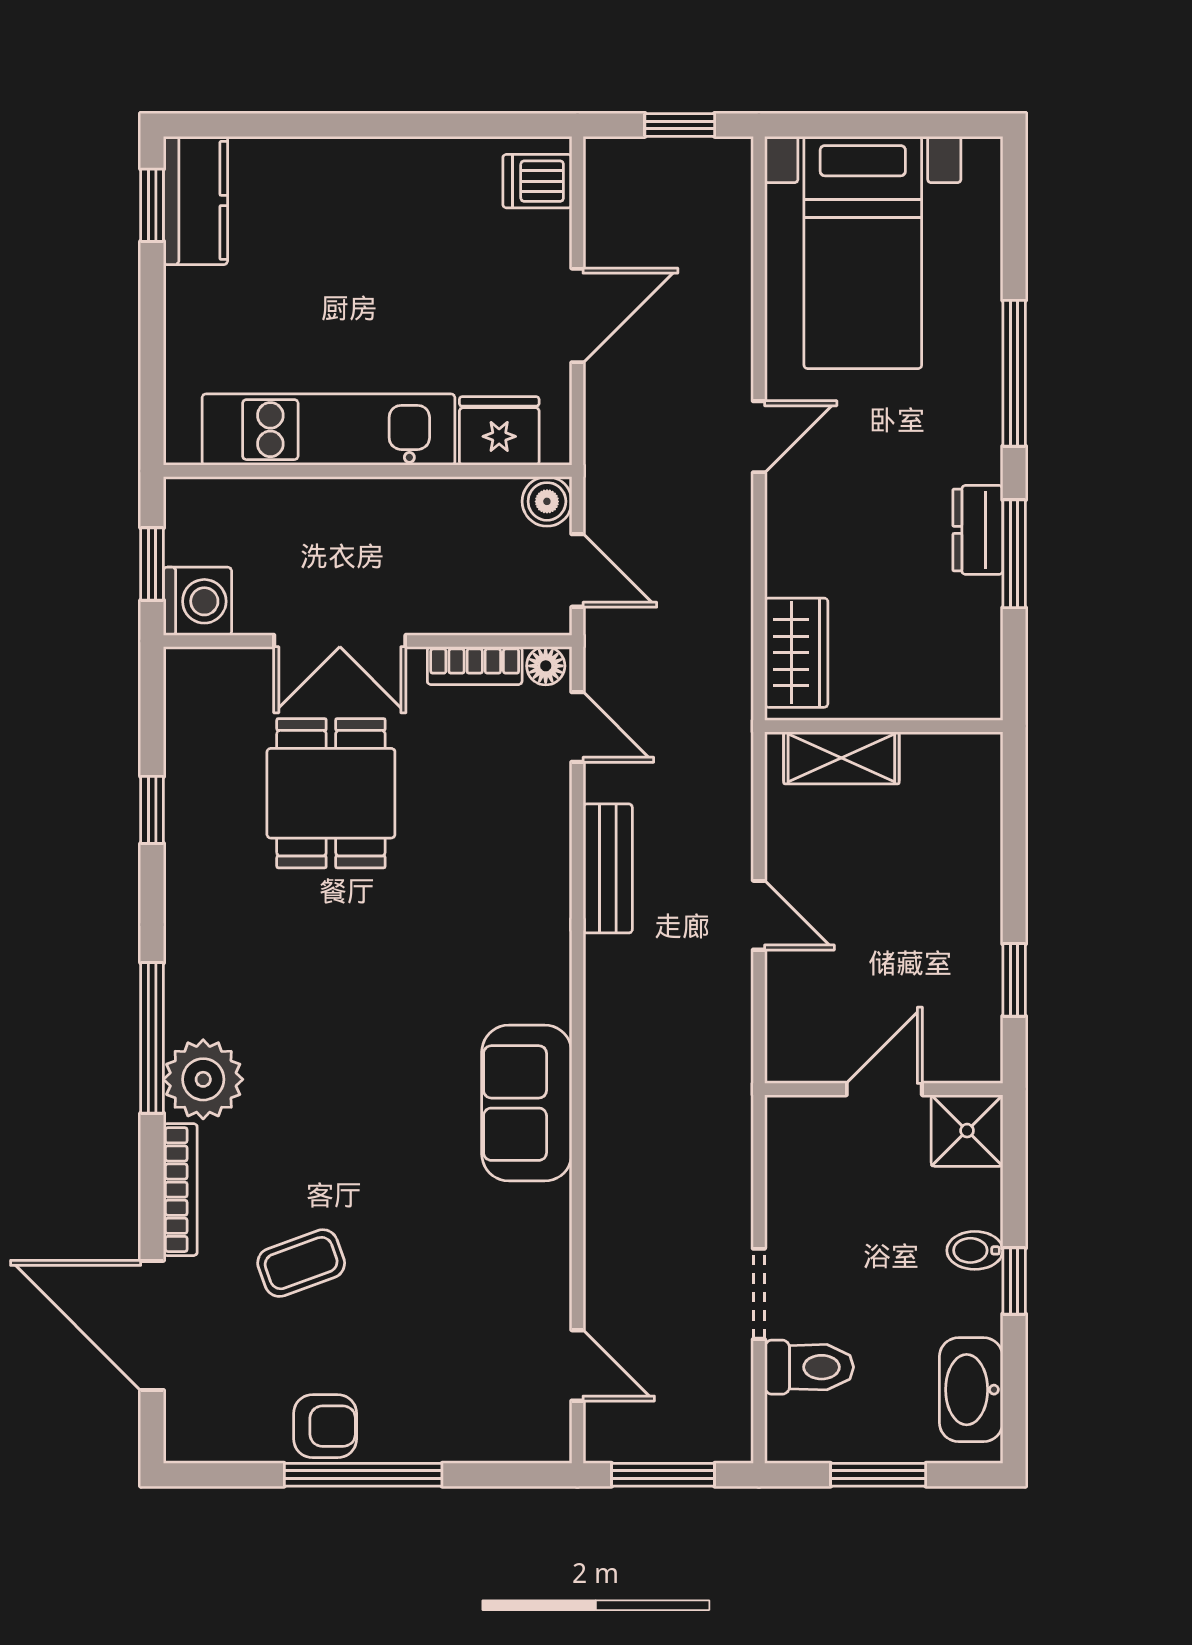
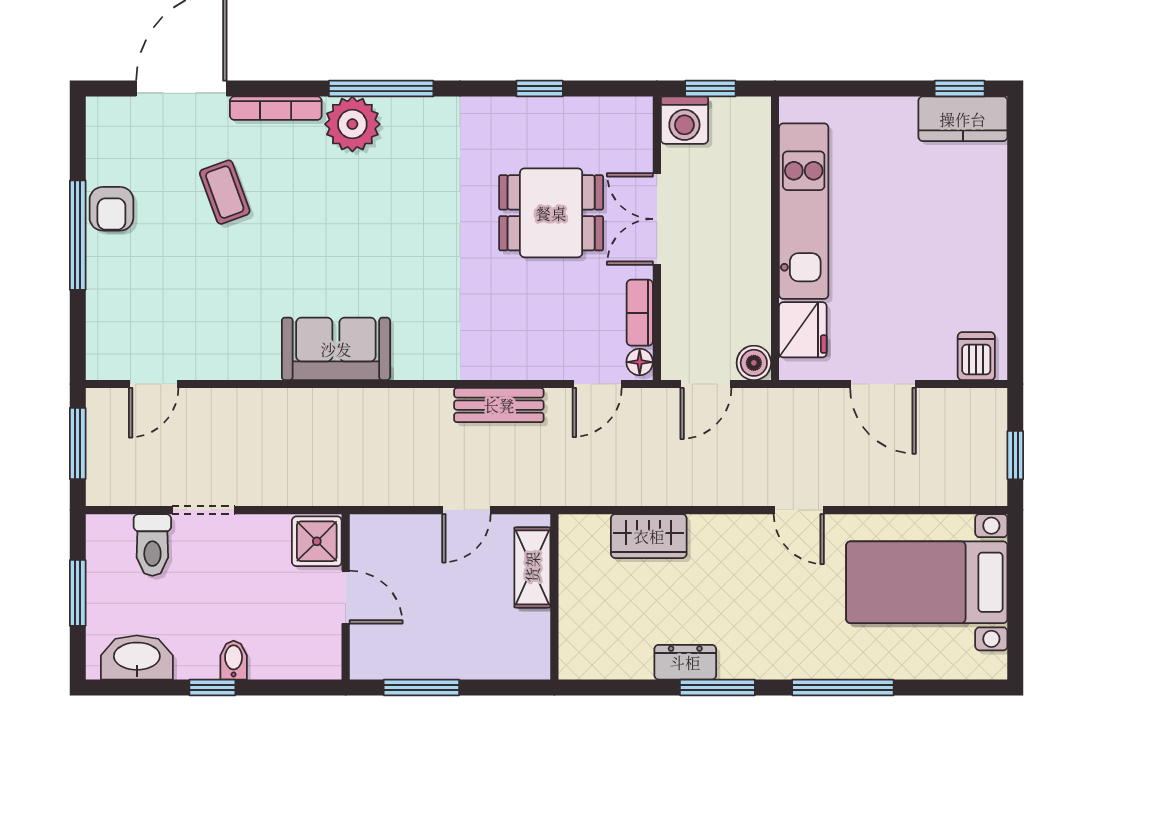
dresser: (978, 530) -> (685, 662), moved
wall: (884, 726) -> (554, 597), moved
shelving: (841, 758) -> (532, 567), moved
window: (1014, 980) -> (421, 687), width x1.50
shower: (967, 1131) -> (317, 541), moved

